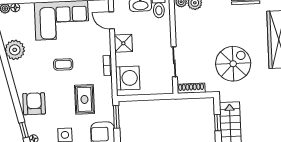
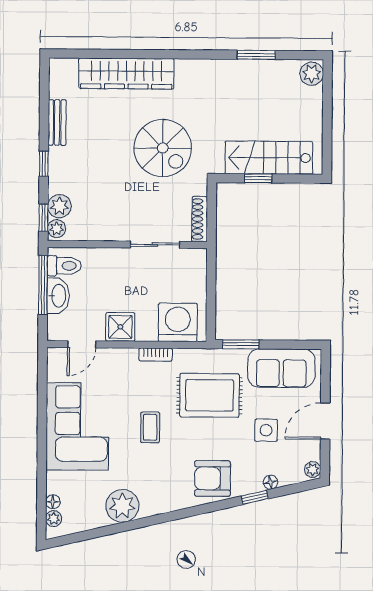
spiral stairs: (233, 64) -> (163, 148), turned 180
rug: (84, 99) -> (209, 395), width x1.36, depth x1.43

